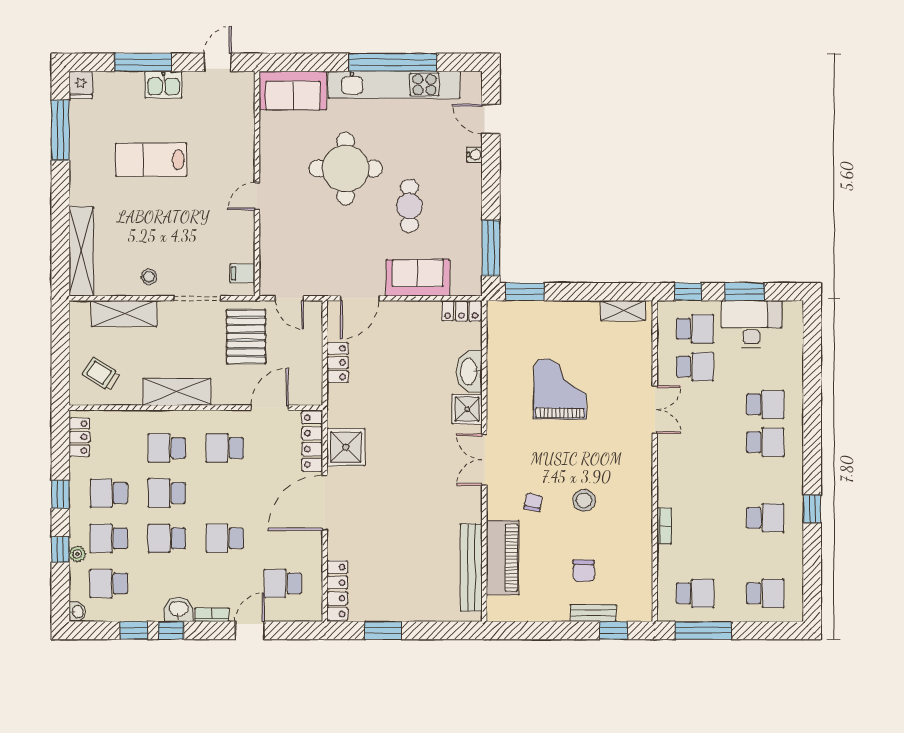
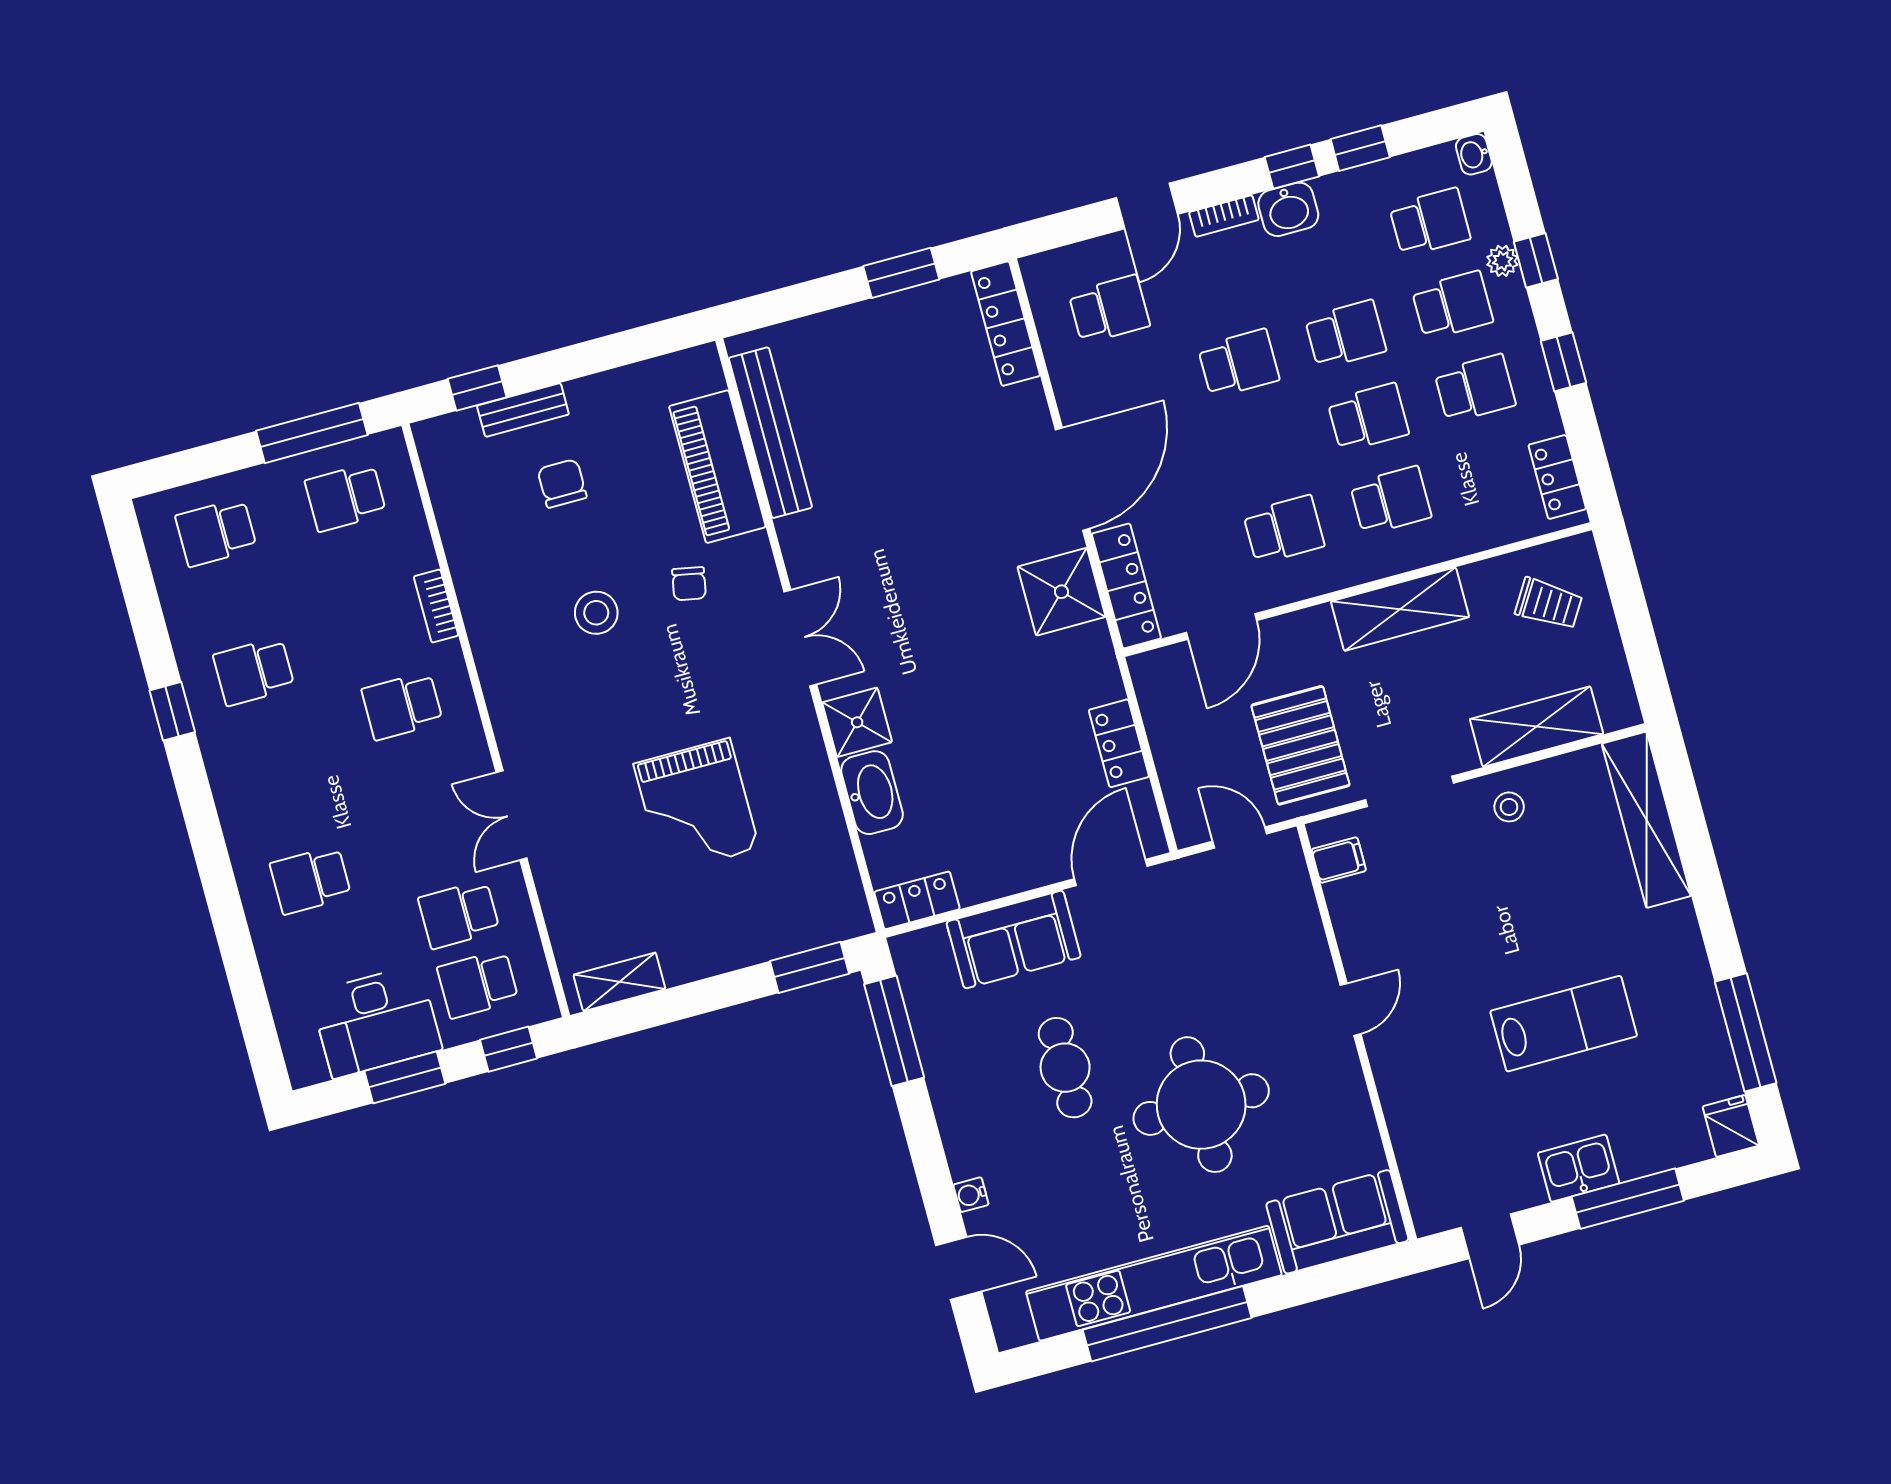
school desk: (765, 442) -> (402, 706), moved

